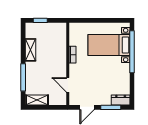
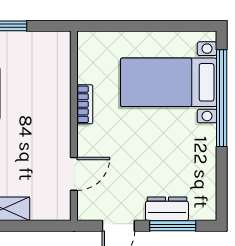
door: (68, 85) -> (74, 174), swing flipped
dresser: (121, 100) -> (167, 209), moved

